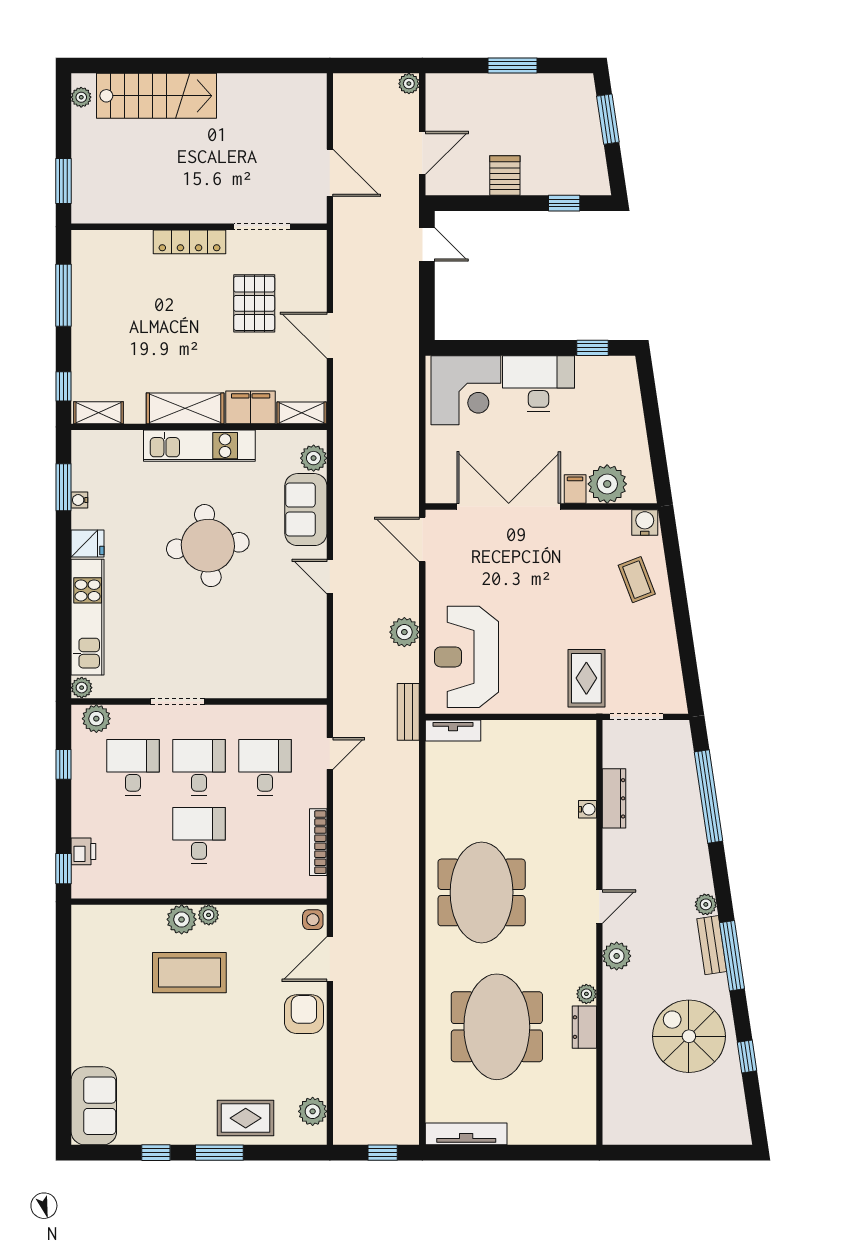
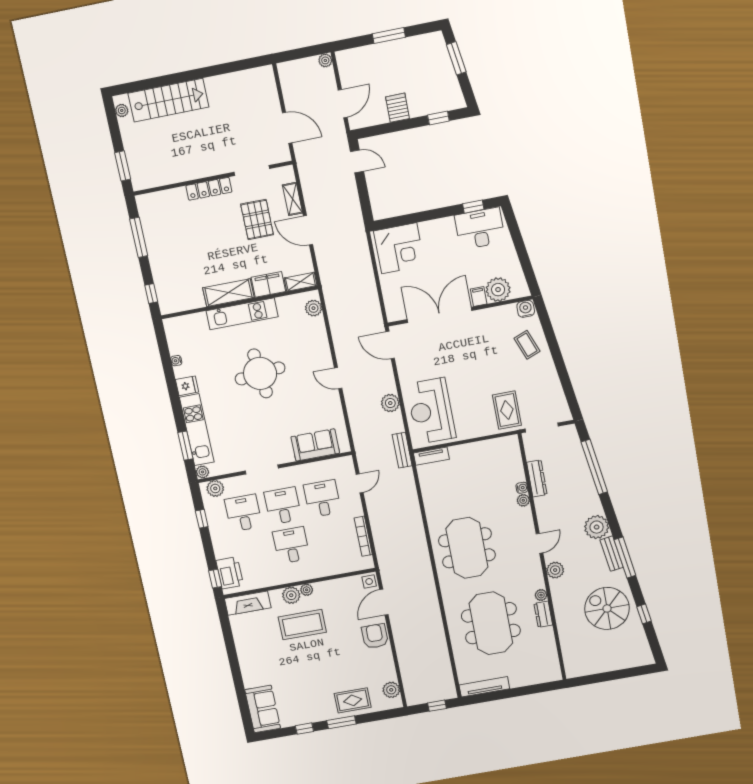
desk: (538, 384) -> (480, 229), moved
shelving: (98, 413) -> (292, 199), moved, turned 90
window: (63, 487) -> (185, 446), moved
sofa: (306, 510) -> (315, 445), moved, turned 90
plant: (586, 830) -> (523, 500), added
printer: (83, 851) -> (230, 573), width x1.87, depth x1.48
plant: (706, 904) -> (597, 527), width x1.87, depth x1.87
fireplace: (108, 920) -> (248, 603), added

